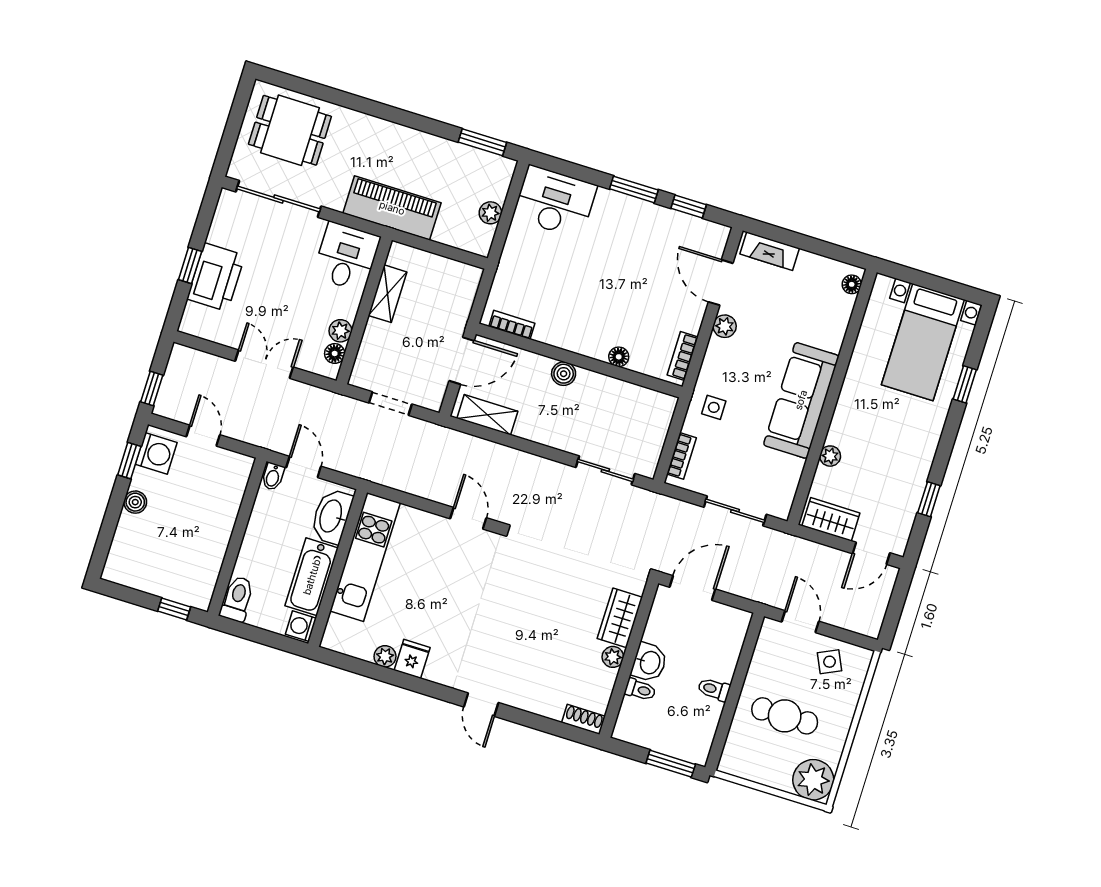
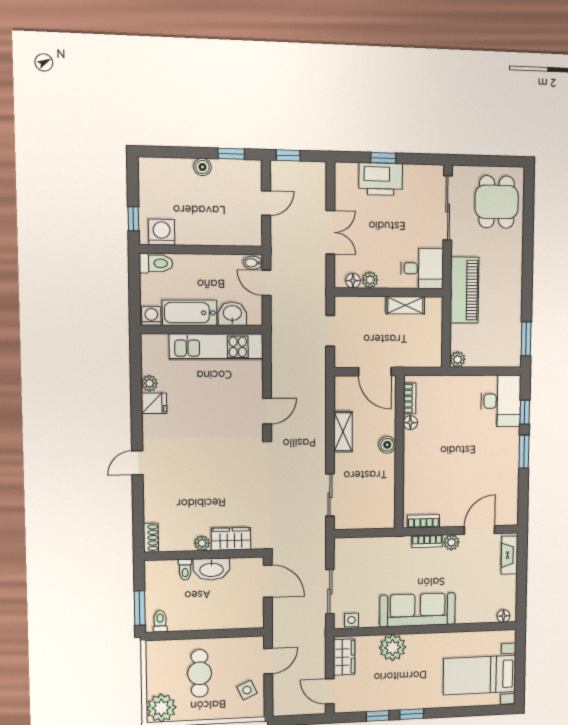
window: (689, 207) -> (525, 412), moved
plant: (490, 213) -> (458, 359), moved
floor lamp: (619, 357) -> (410, 423), moved
window: (965, 384) -> (412, 714), moved
side table: (714, 407) -> (351, 620), moved
shelving: (487, 415) -> (343, 432), moved
washing machine: (156, 453) -> (162, 232), moved, turned 180
bookcase: (681, 456) -> (427, 541), moved
plant: (830, 456) -> (393, 648), width x1.87, depth x1.87
door: (304, 467) -> (266, 283), swing flipped
washbasin: (332, 516) -> (232, 314), width x0.72
washbasin: (649, 662) -> (211, 569), width x1.38
toilet: (714, 689) -> (160, 621), moved

